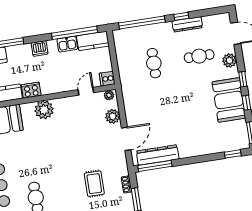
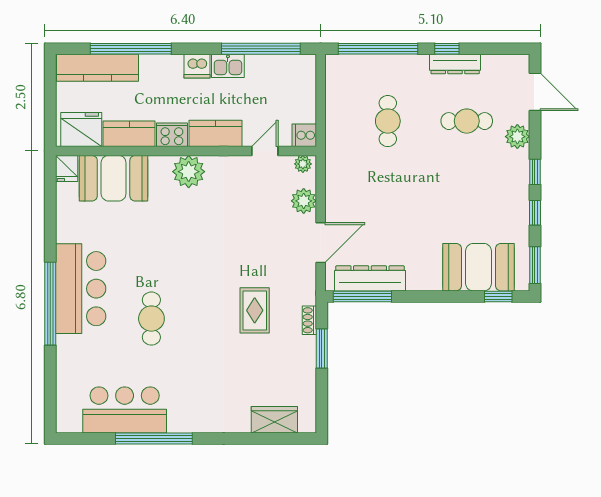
kitchen counter: (93, 41) -> (216, 133), moved, turned 180
kitchen sink: (67, 44) -> (228, 66), moved
booth: (229, 100) -> (479, 267), moved, turned 90

